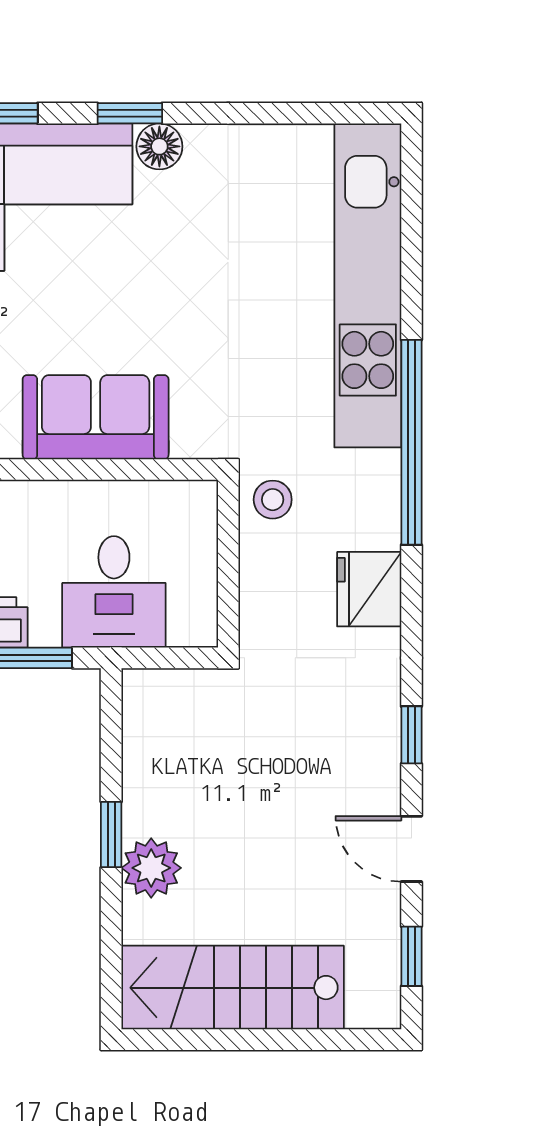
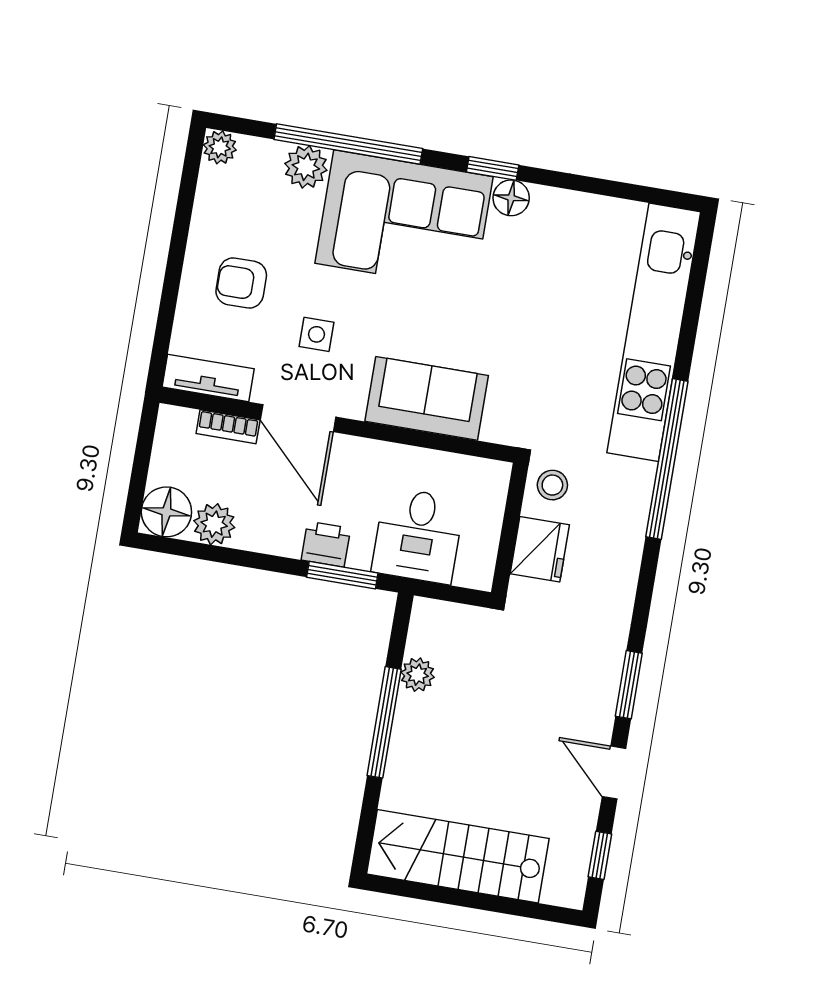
fridge: (369, 589) -> (540, 549), moved, turned 180
window: (411, 735) -> (629, 685), width x1.50
window: (111, 835) -> (384, 722), width x2.17
plant: (151, 868) -> (418, 675), moved, width x0.73, depth x0.73

